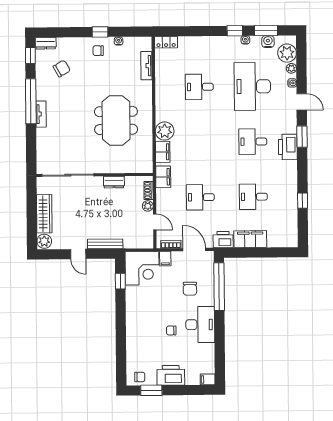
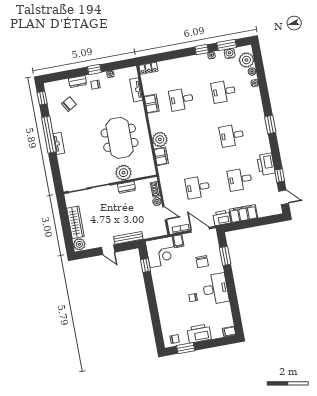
dresser: (46, 43) -> (77, 82), moved
desk: (252, 86) -> (223, 91), width x0.53, depth x0.77
door: (302, 102) -> (284, 197), moved
printer: (288, 147) -> (266, 164), moved
plant: (113, 164) -> (123, 173), added
filing cabinet: (163, 177) -> (152, 104), moved
window: (219, 287) -> (225, 256), width x0.47

